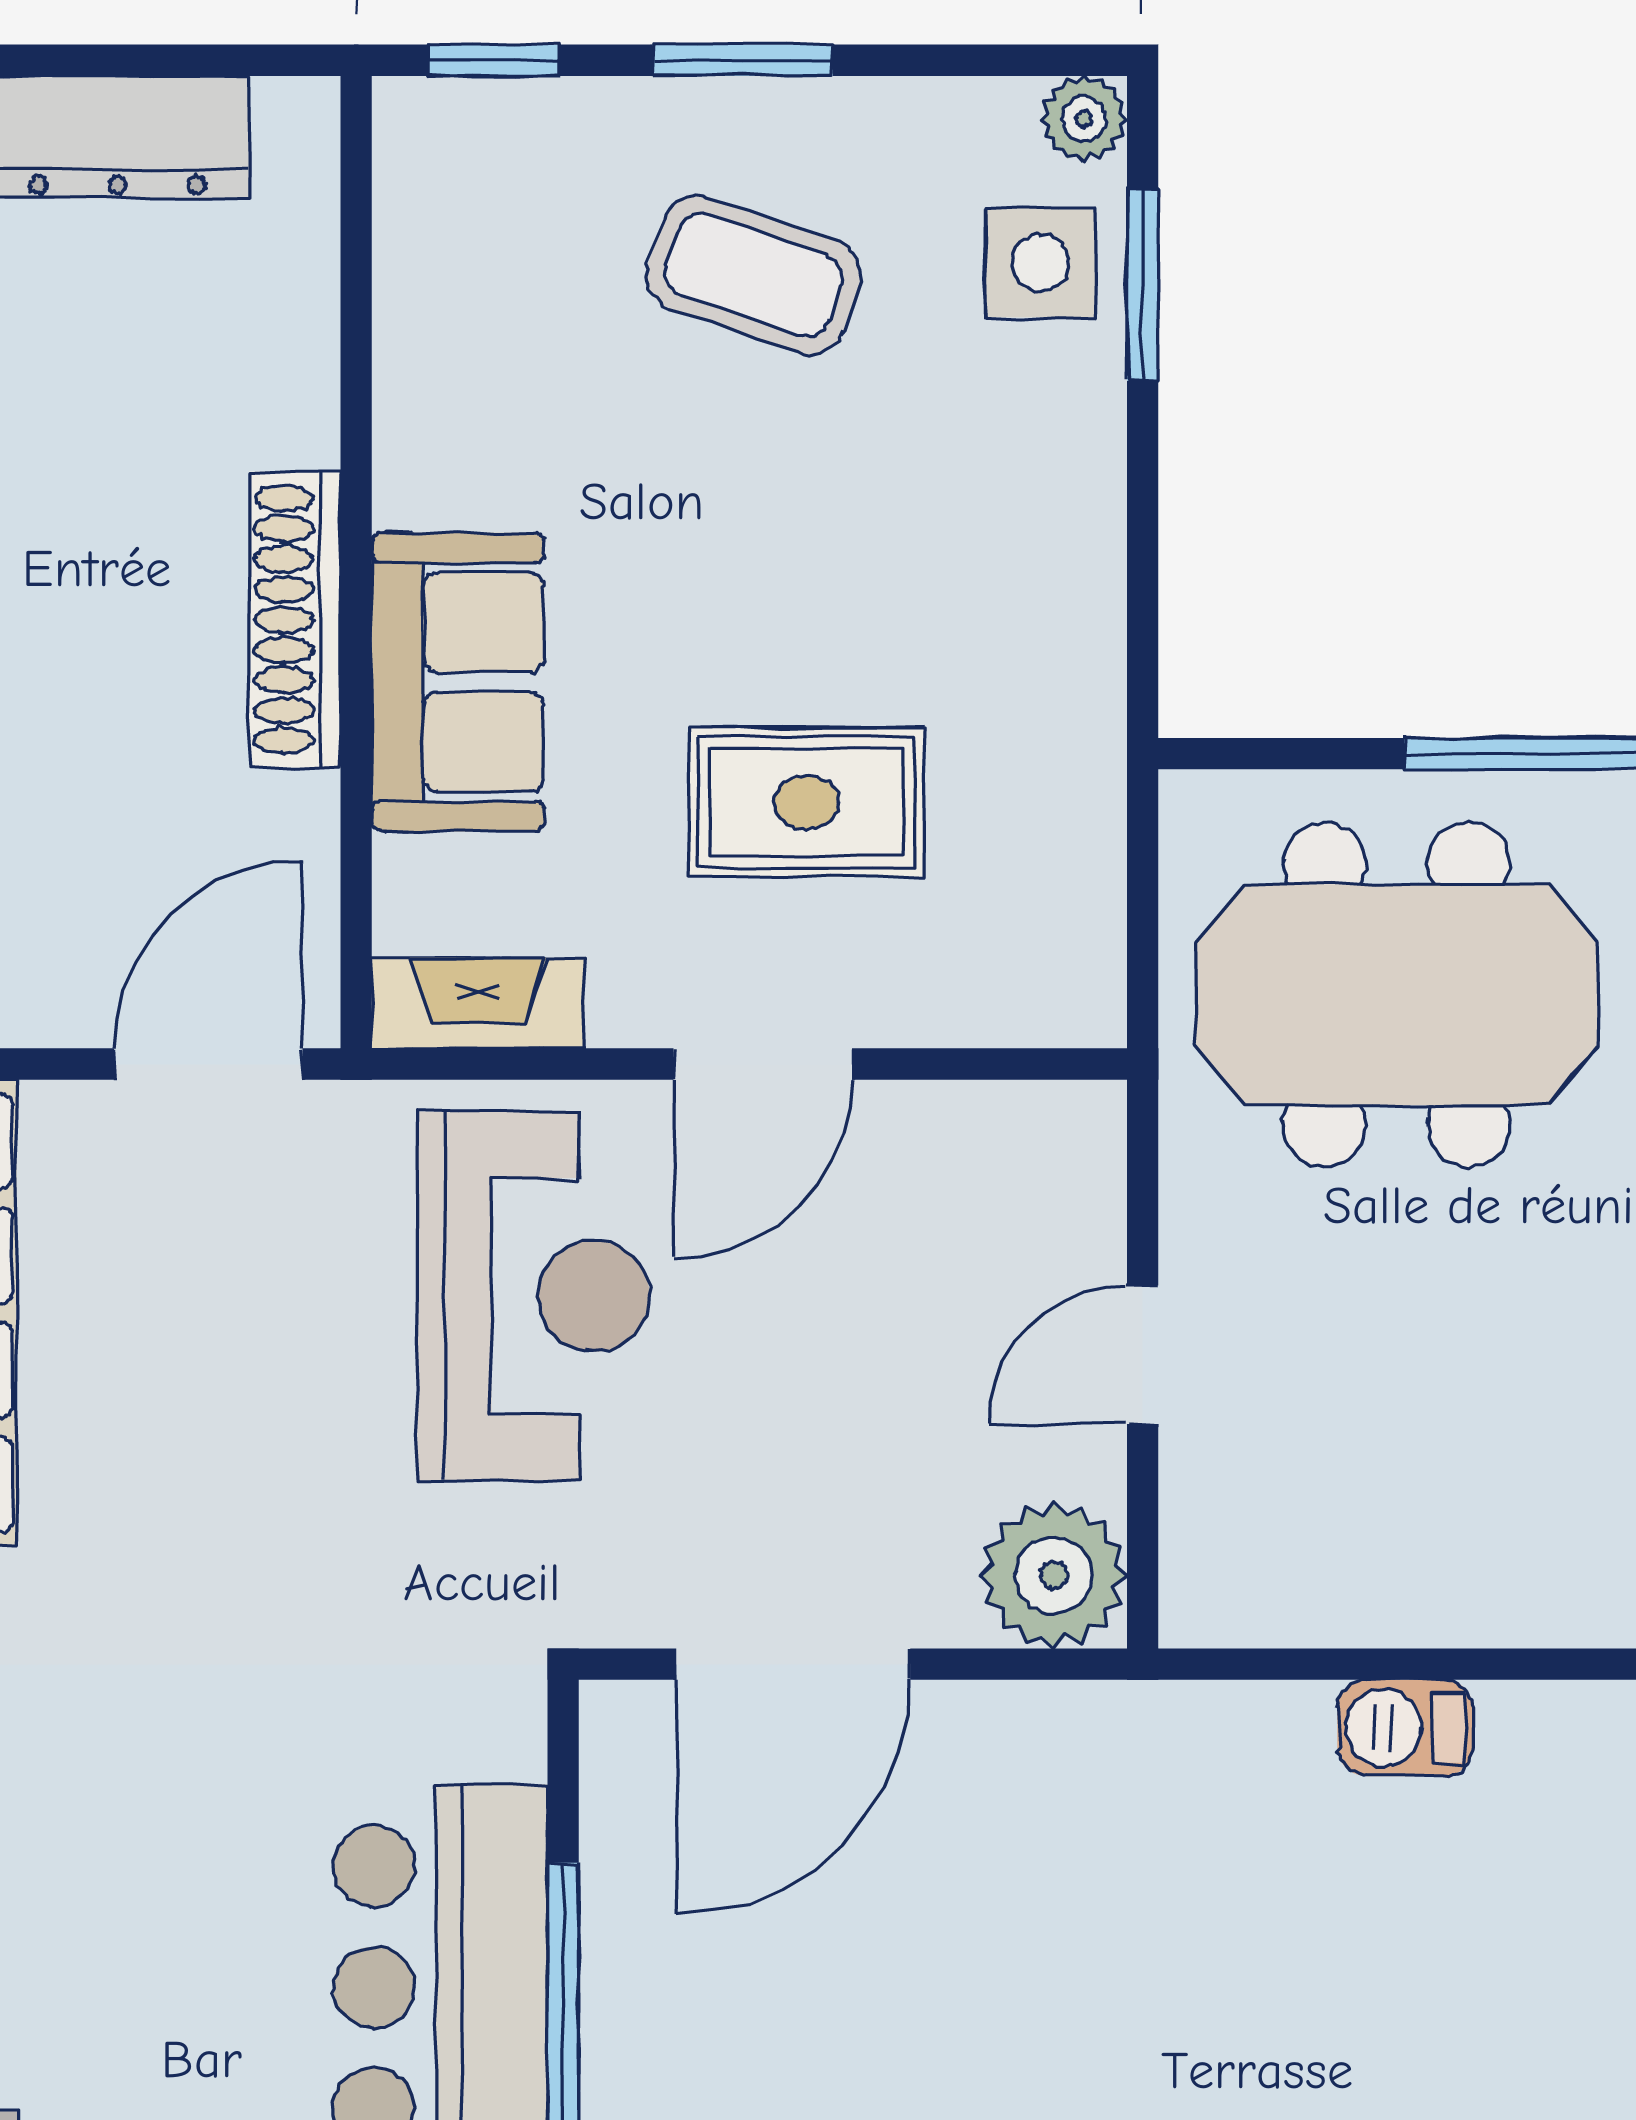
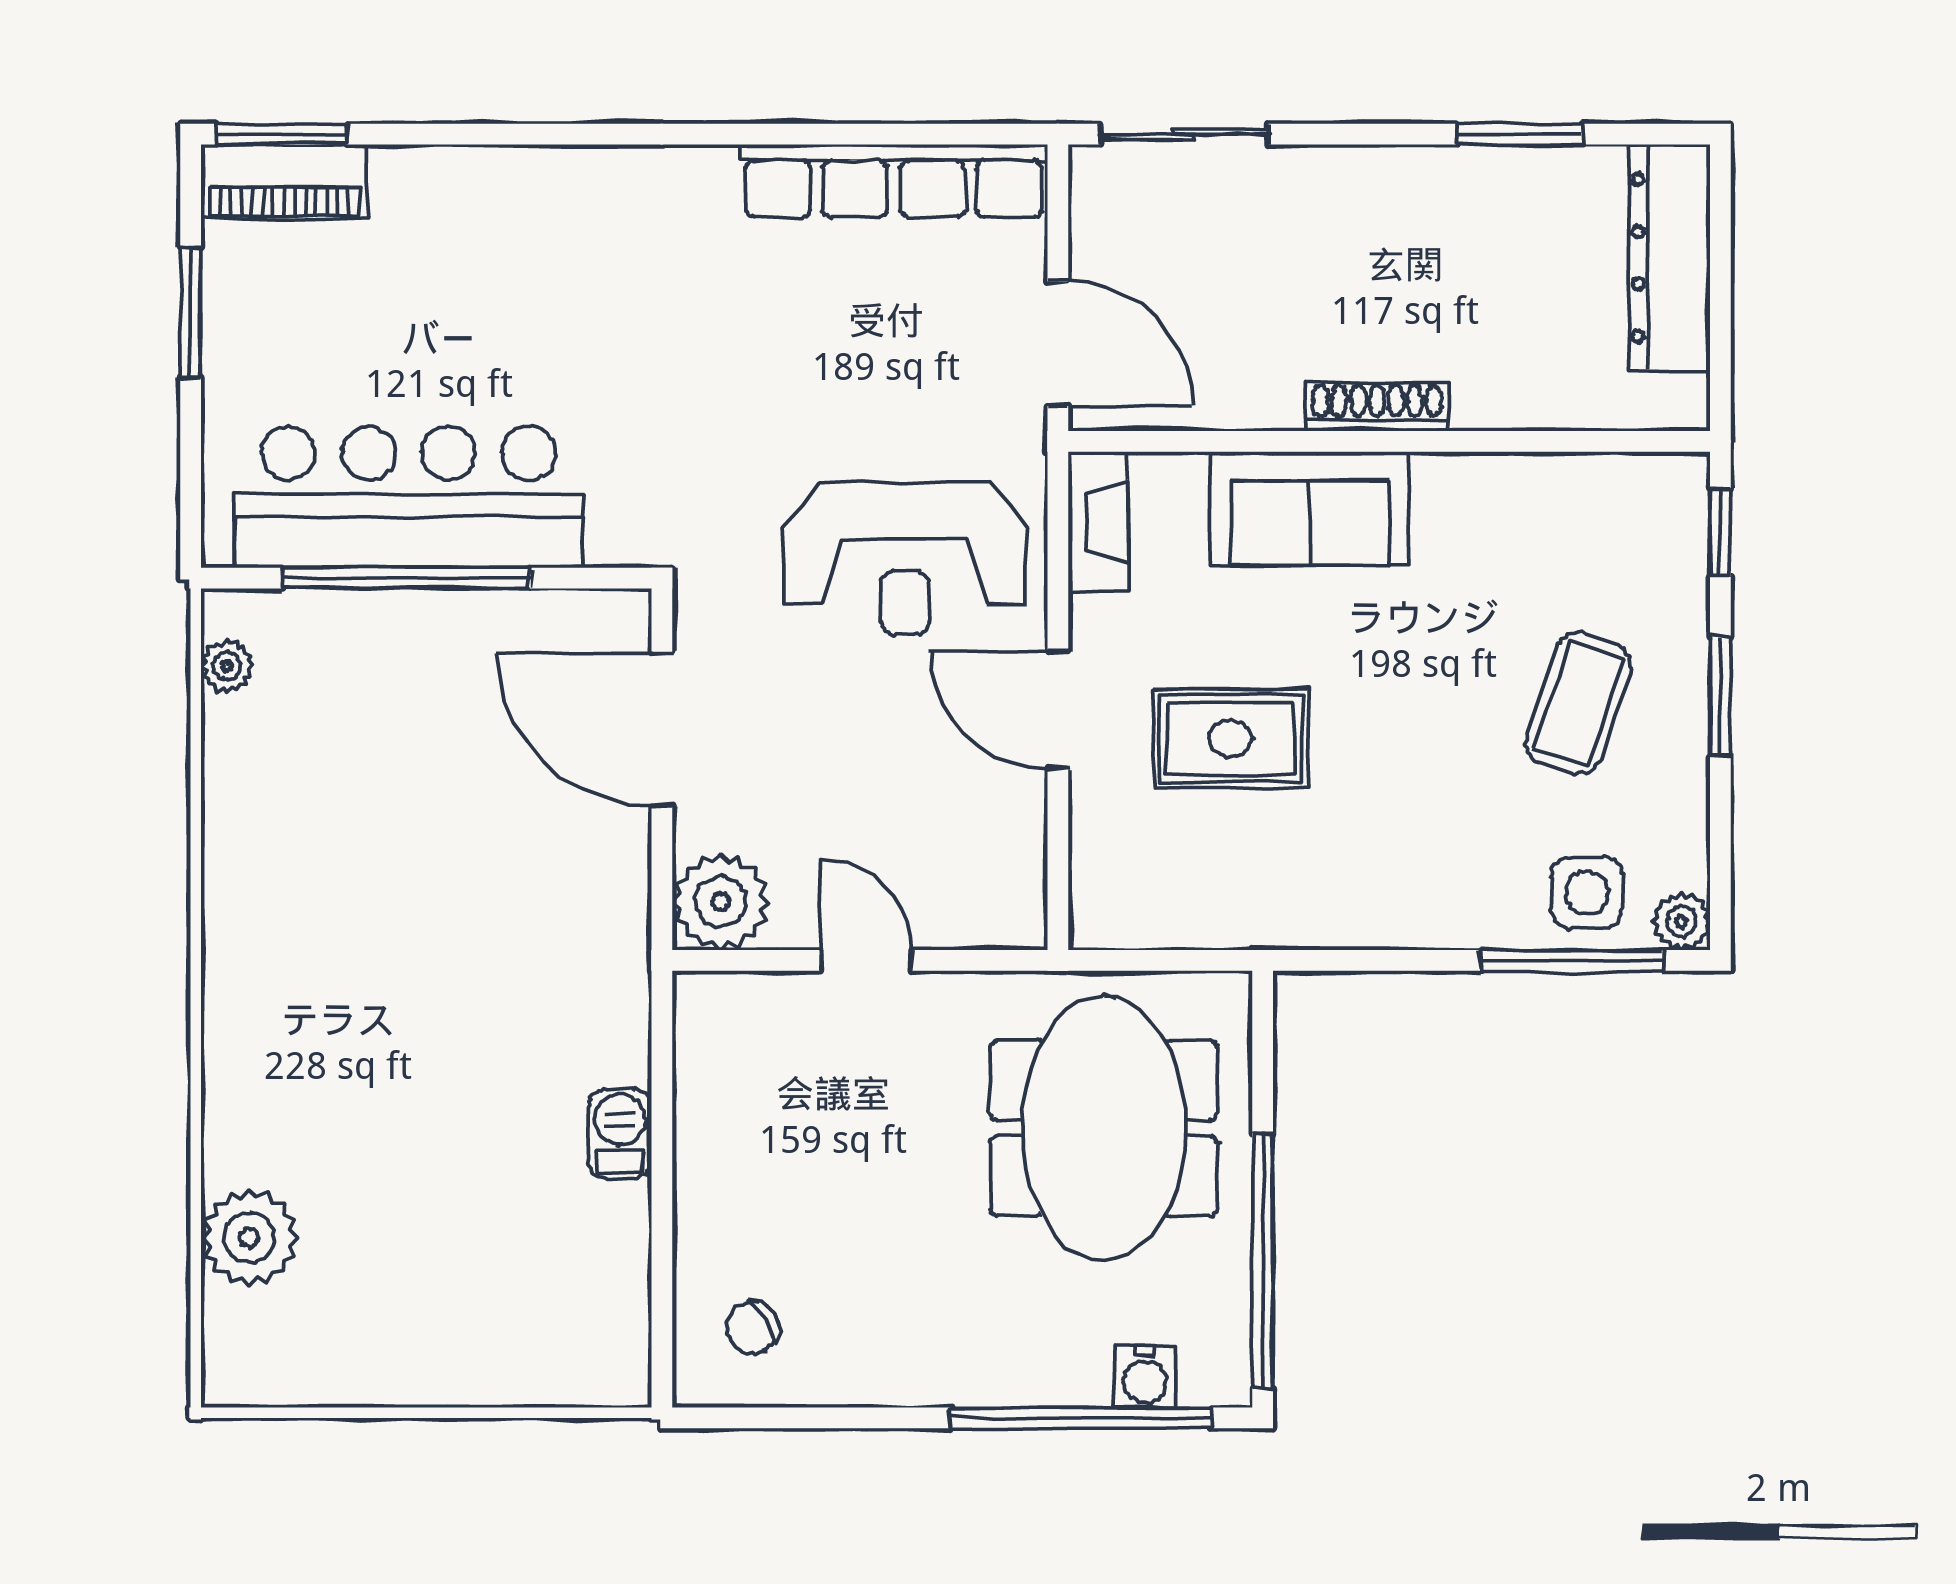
window: (1143, 285) -> (1572, 960), width x1.44
shoe rack: (295, 620) -> (1377, 407), width x0.74, depth x0.81
rug: (806, 802) -> (1231, 739), turned 90

